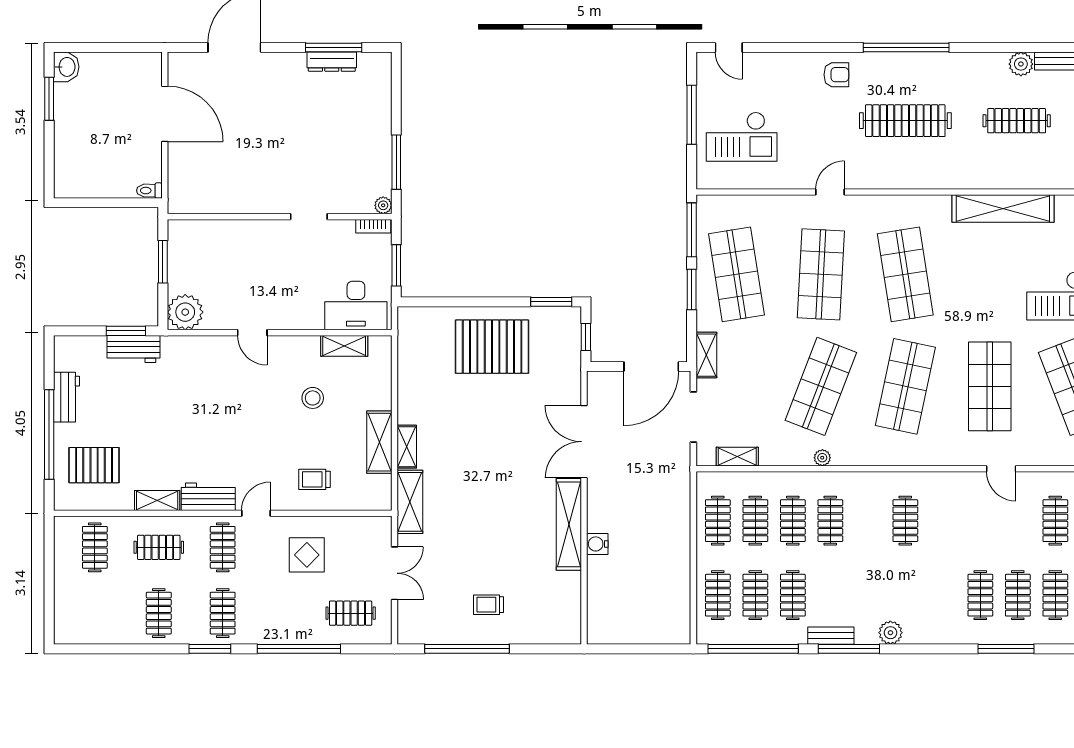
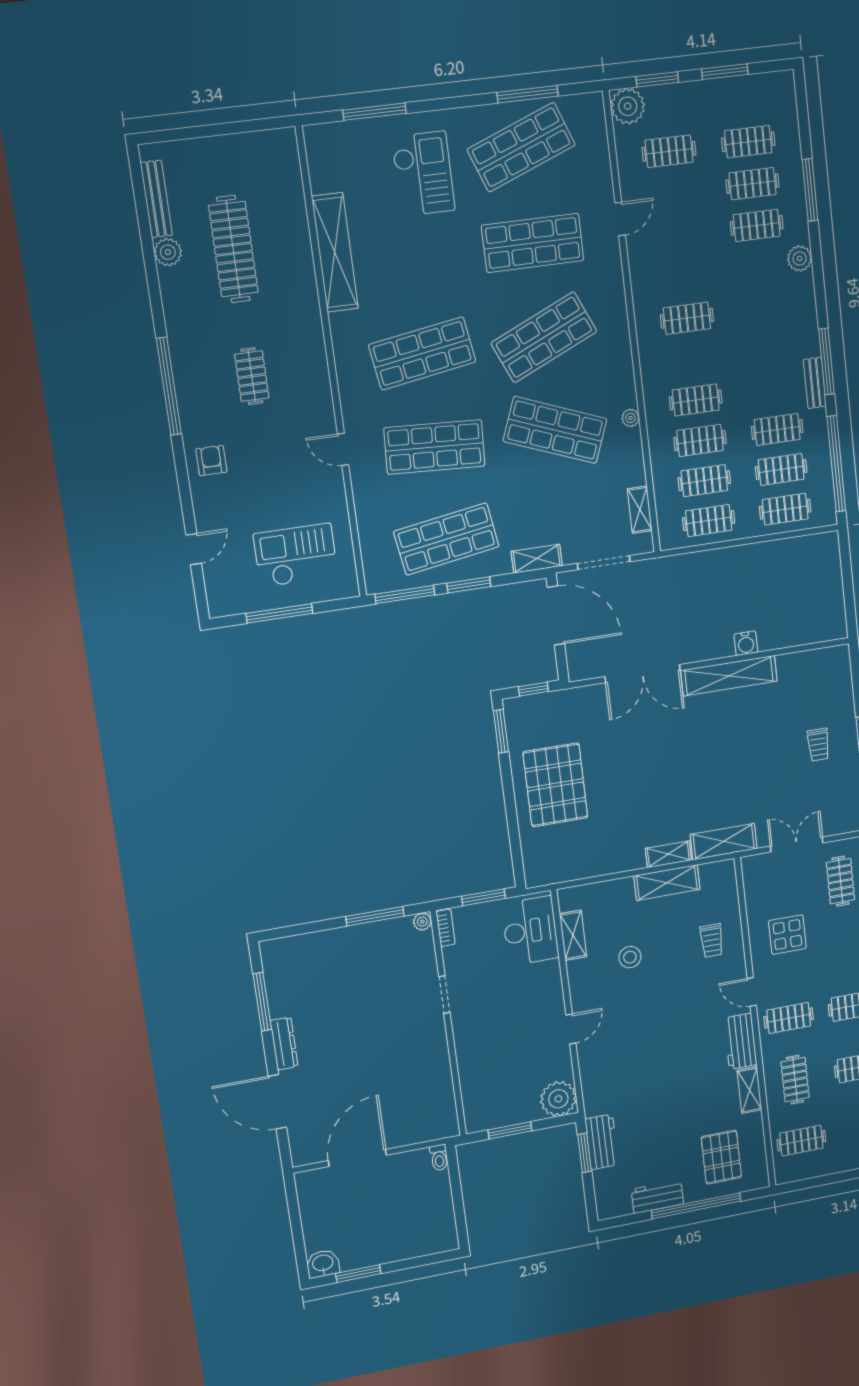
door: (729, 48) -> (194, 549), moved
dresser: (332, 62) -> (284, 1043), moved
clothes rail: (905, 121) -> (252, 376), width x0.54, depth x0.76
clothes rail: (1017, 121) -> (233, 249), width x1.37, depth x1.31
checkout: (742, 137) -> (296, 555), turned -90
shop shelf: (905, 386) -> (544, 337), turned -36
plant: (890, 633) -> (800, 258), moved

